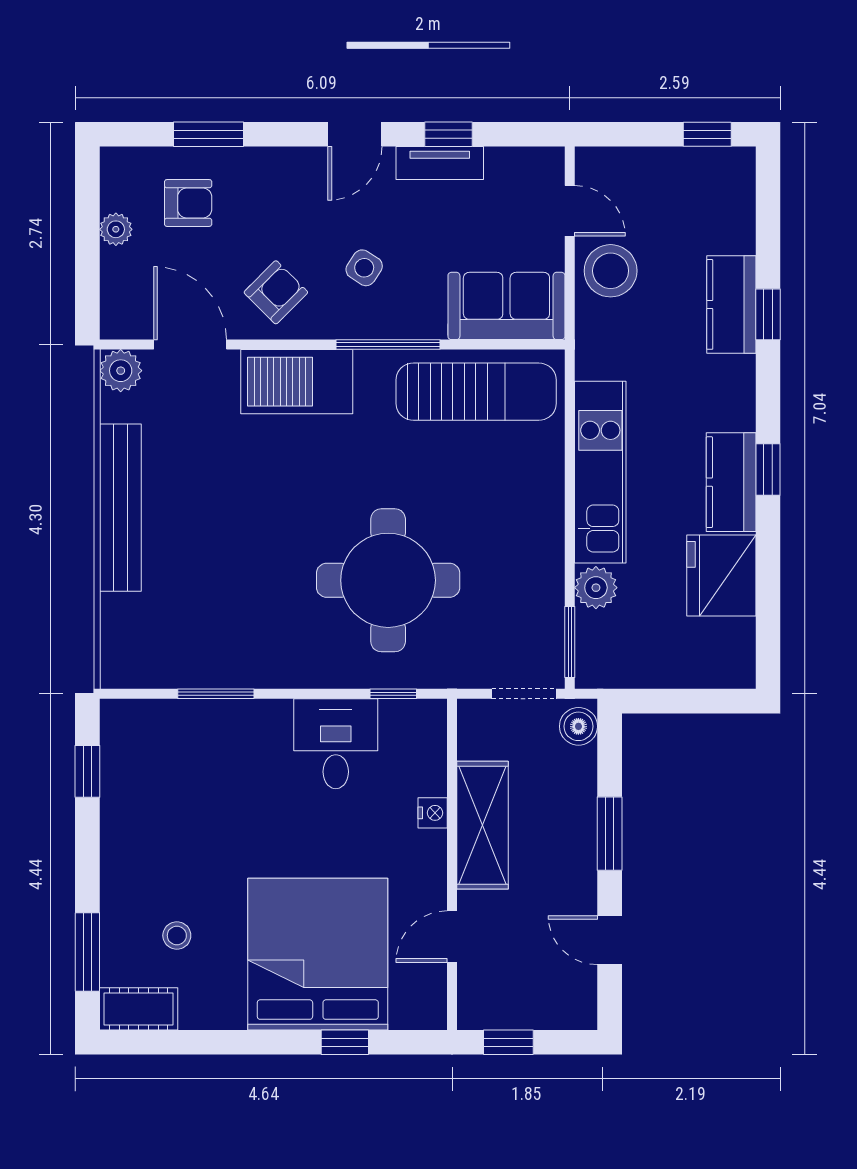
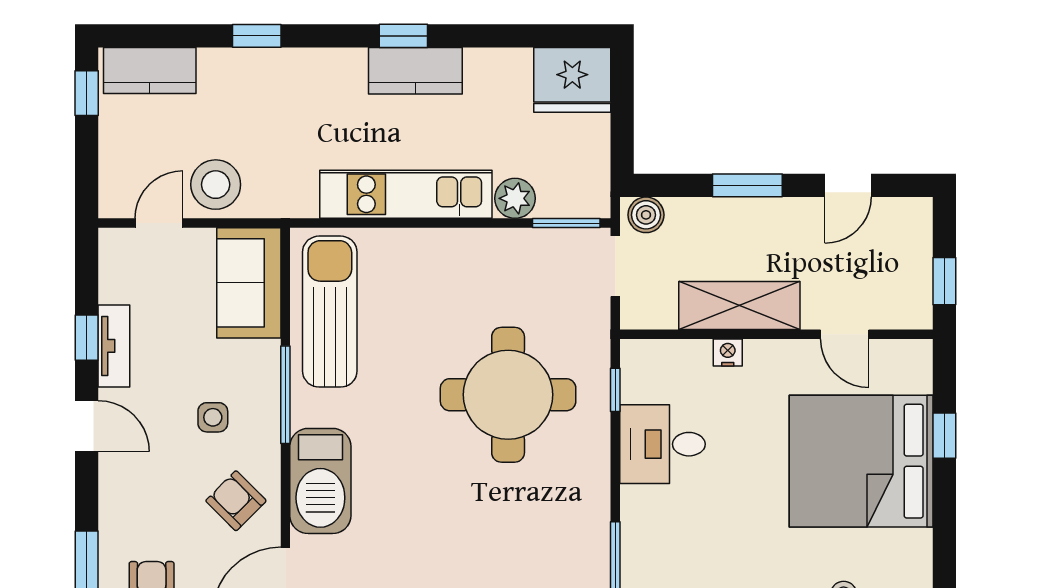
side table: (364, 268) -> (213, 417), turned -33
kitchen counter: (731, 304) -> (150, 70), moved
fridge: (721, 575) -> (572, 80), moved

